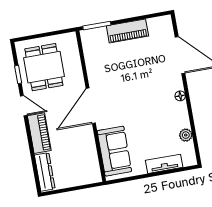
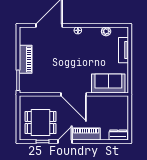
dresser: (45, 172) -> (118, 135), width x0.70

